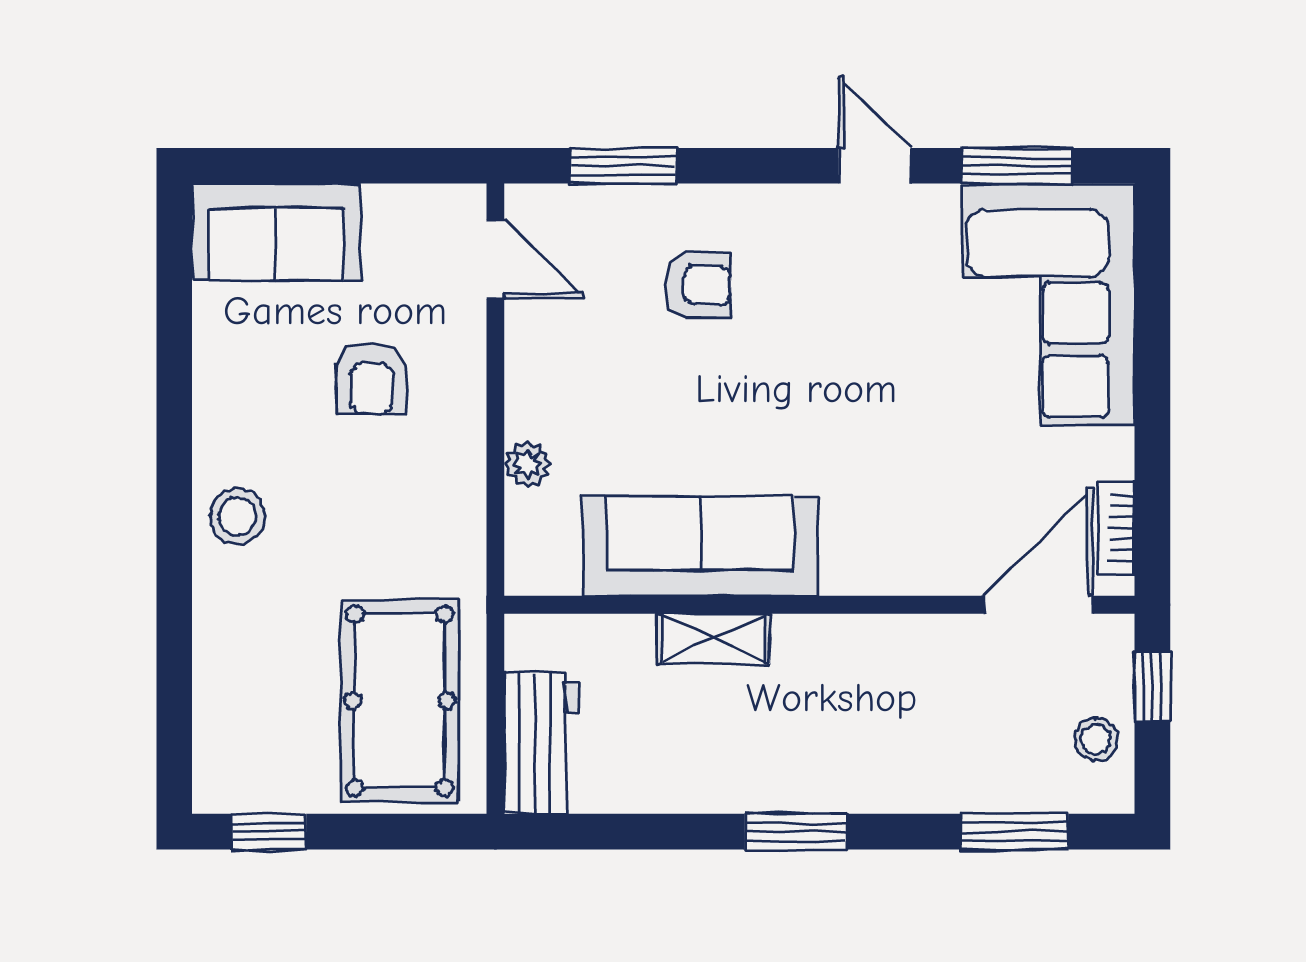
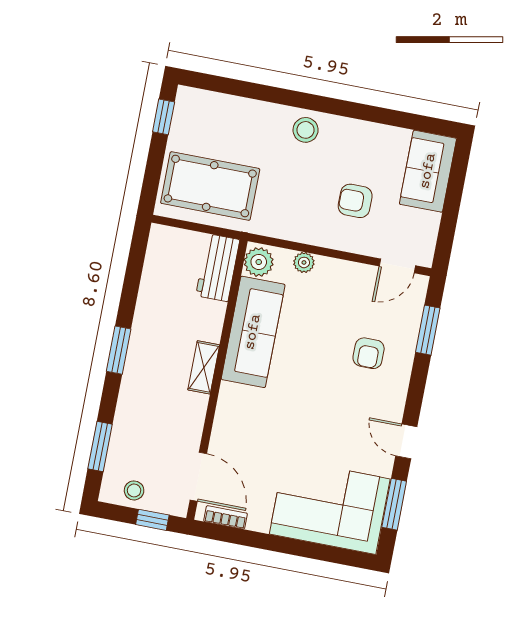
door: (874, 166) -> (406, 441), swing flipped
plant: (545, 563) -> (259, 262), added
shelving: (714, 639) -> (204, 367), moved
workbench: (541, 743) -> (218, 268), moved, turned 90

